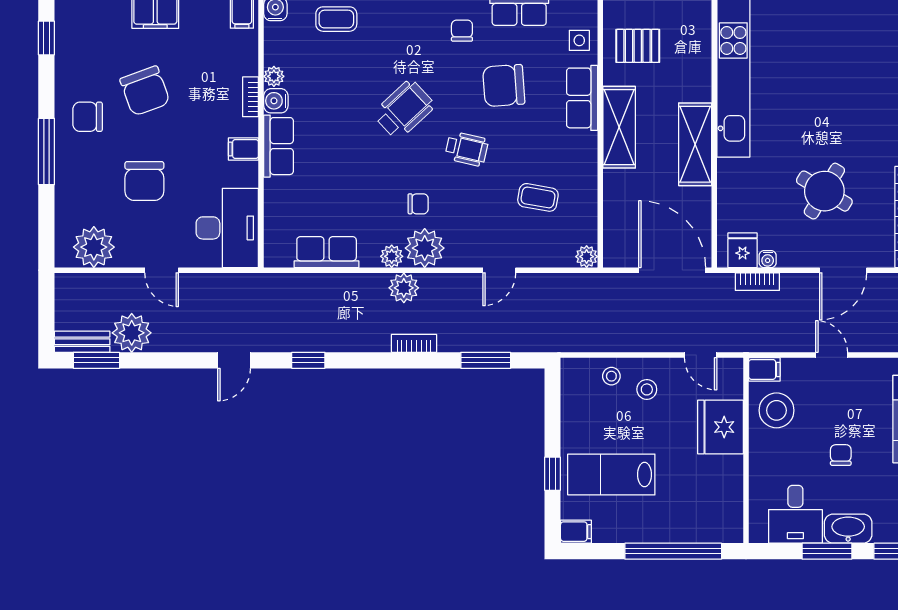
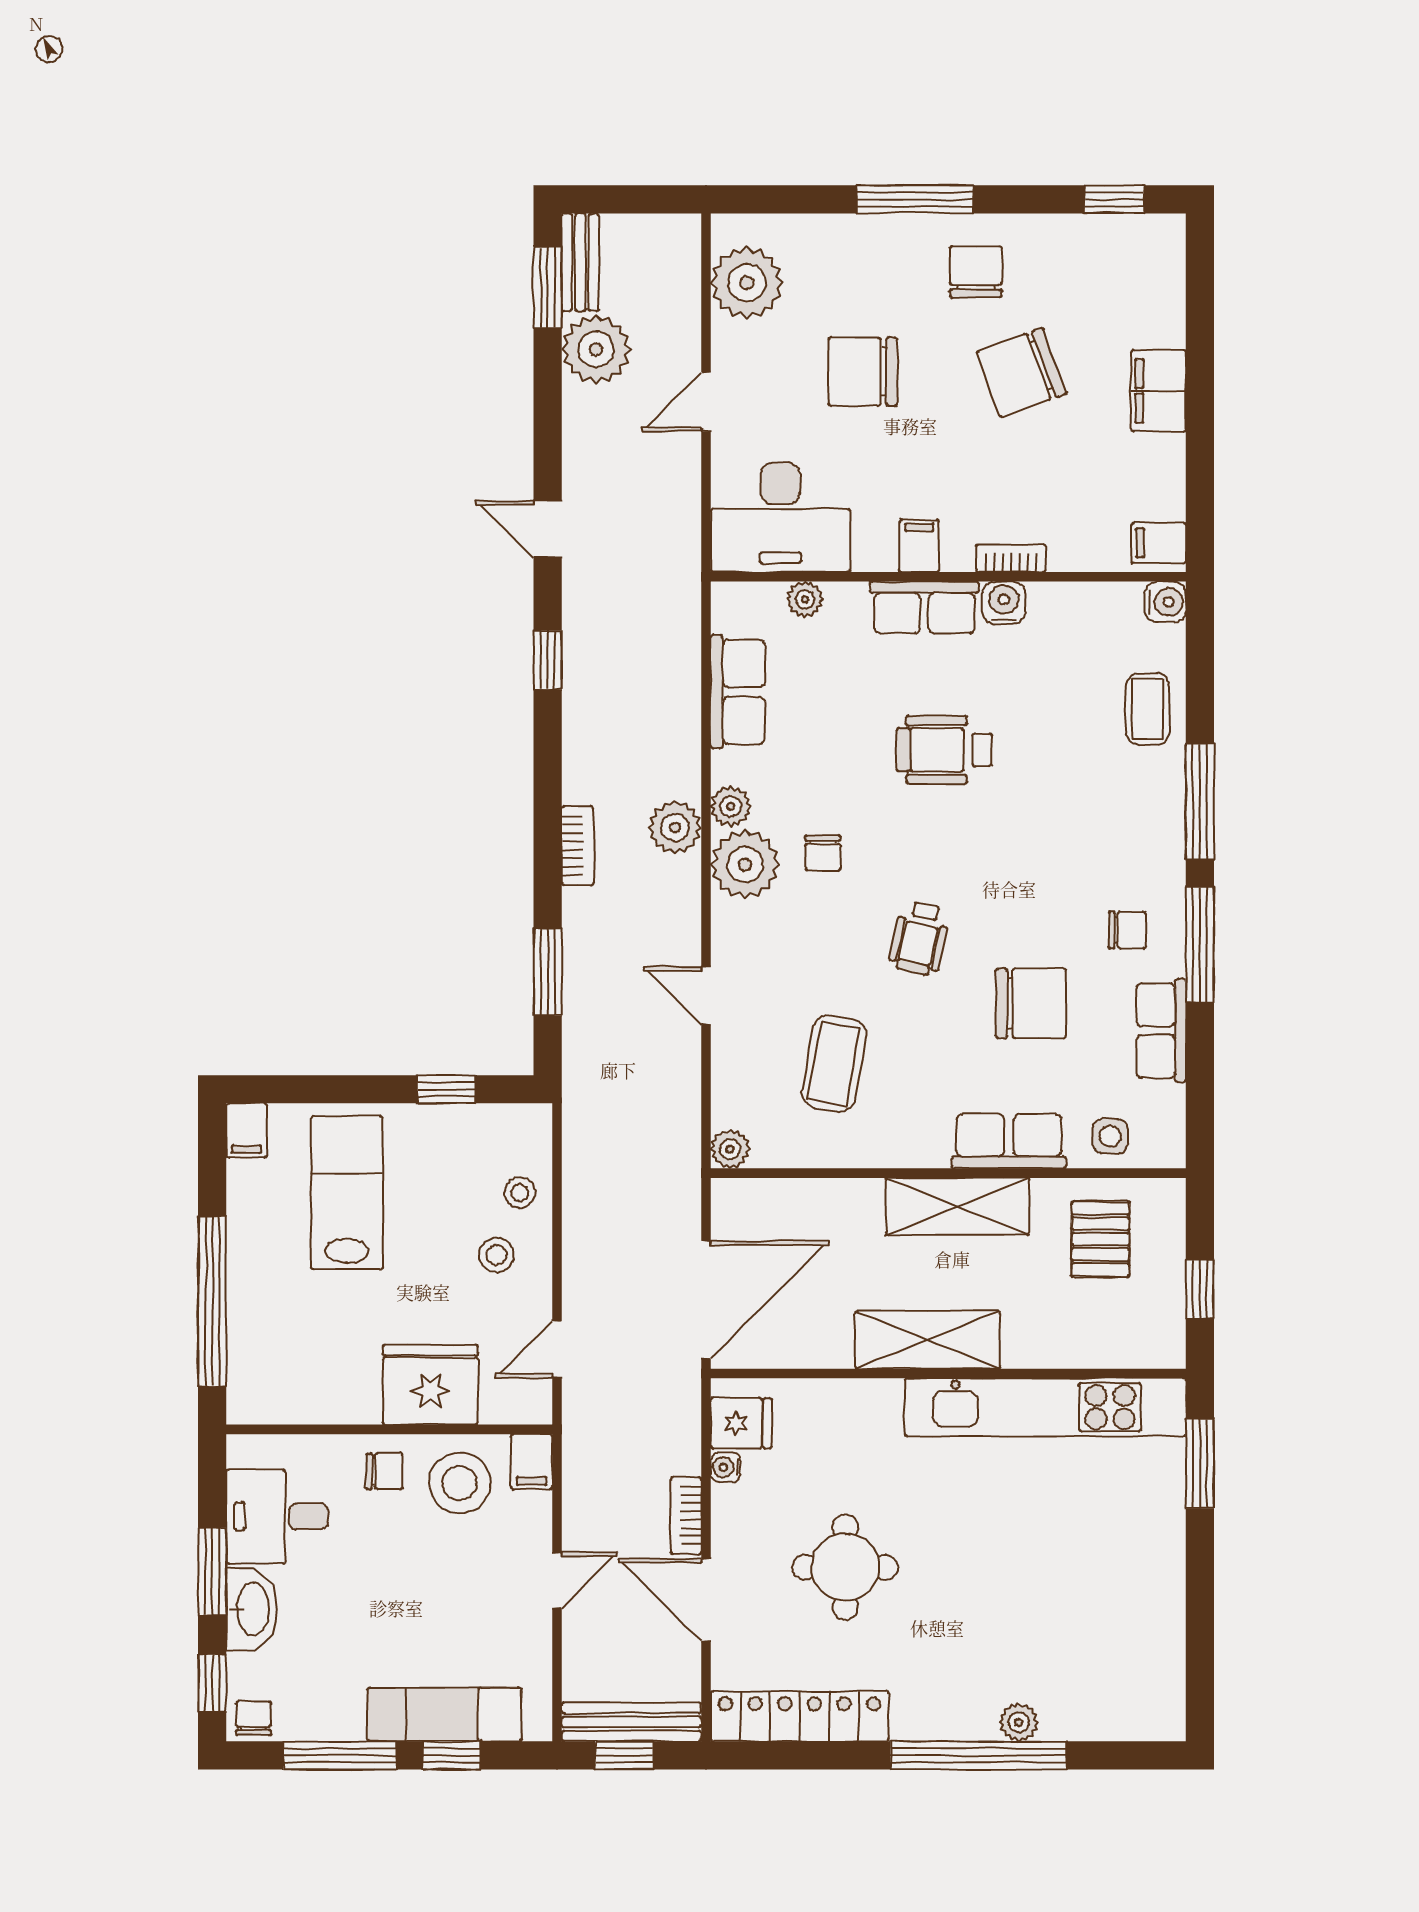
plant: (274, 76) -> (805, 599), moved
chair: (504, 86) -> (1031, 1003), turned 94
wheelchair: (404, 110) -> (944, 750), moved, turned 133
round table: (824, 191) -> (845, 1567), turned -31
coffee table: (538, 197) -> (834, 1064), width x1.36, depth x1.30
bookcase: (757, 282) -> (686, 1516), moved
chair: (841, 455) -> (384, 1471), moved
window: (553, 474) -> (446, 1089), moved

